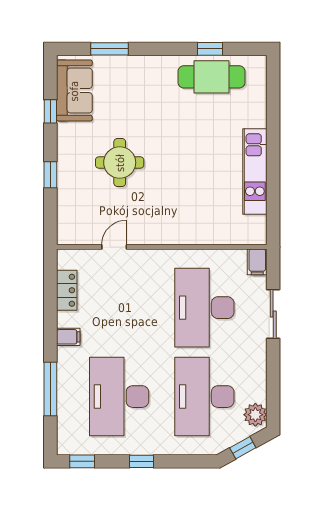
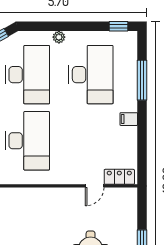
locker: (67, 290) -> (119, 177), moved, turned 90
plant: (162, 447) -> (59, 37), added
window: (142, 461) -> (74, 26), removed

